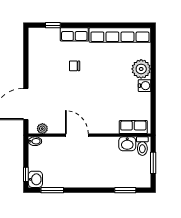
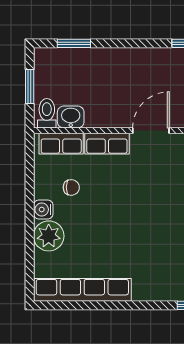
row of seats: (74, 34) -> (107, 144), moved, turned 180
chair: (75, 66) -> (71, 187), moved
door: (77, 135) -> (151, 131), swing flipped

